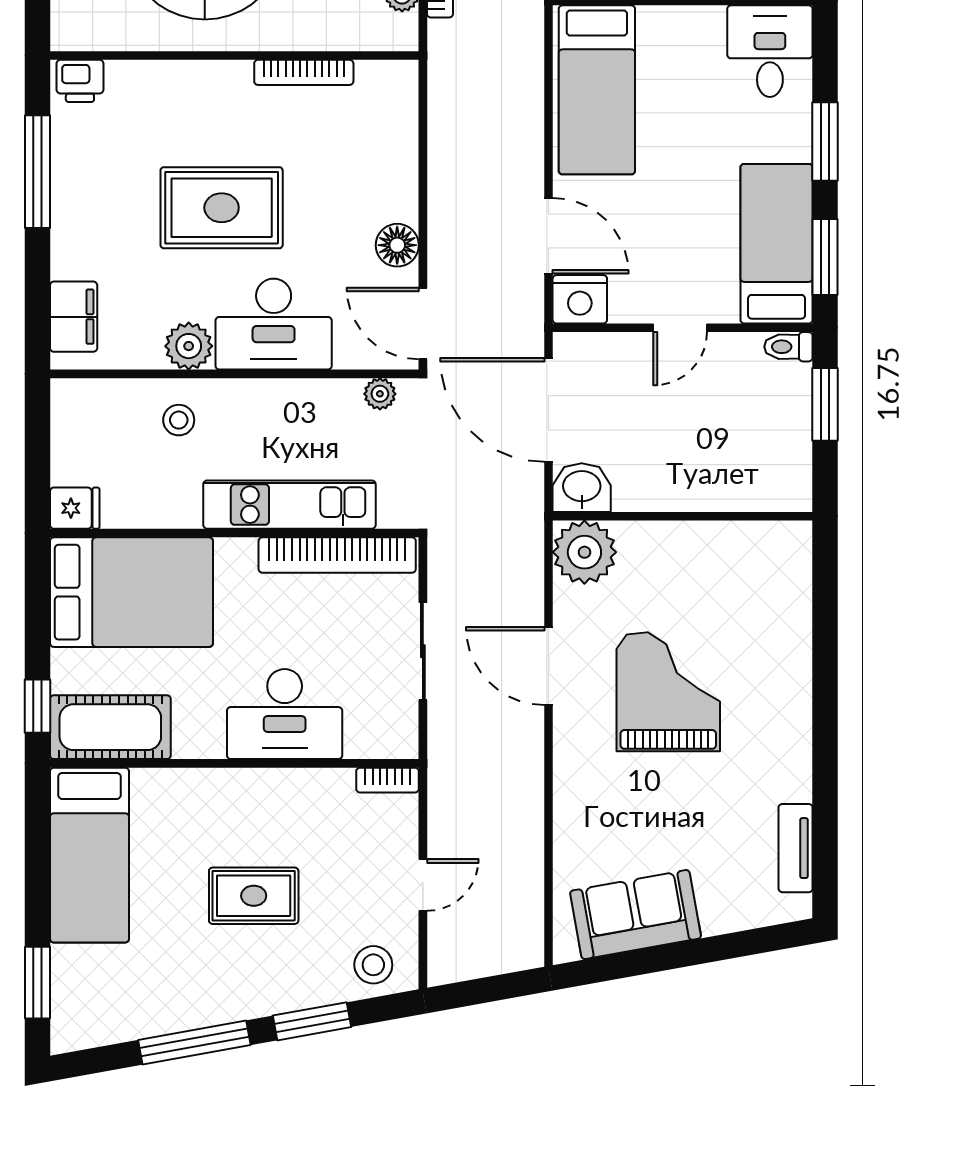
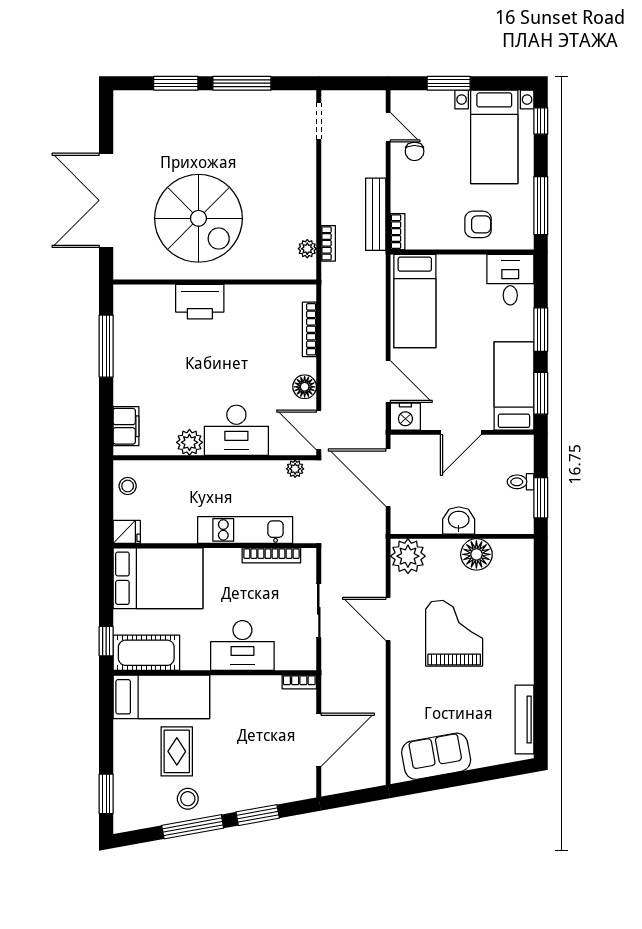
bookcase: (304, 72) -> (309, 329), moved, turned 90
printer: (80, 81) -> (200, 302), moved, width x1.87, depth x1.48
rug: (222, 208) -> (208, 366), removed
door: (680, 328) -> (461, 432), width x1.38
toilet: (788, 347) -> (520, 482), moved
window: (825, 404) -> (541, 498), moved
stool: (179, 420) -> (128, 486), moved
washbasin: (582, 488) -> (459, 520), moved
floor lamp: (709, 549) -> (476, 554), added
bookcase: (337, 555) -> (271, 555), width x0.68, depth x0.76
tv unit: (796, 848) -> (524, 719), width x1.41
bed: (89, 855) -> (161, 697), moved, turned -90
door: (423, 885) -> (319, 740), width x1.88
rug: (254, 896) -> (177, 751), moved, turned 90
stool: (373, 965) -> (188, 799), moved

